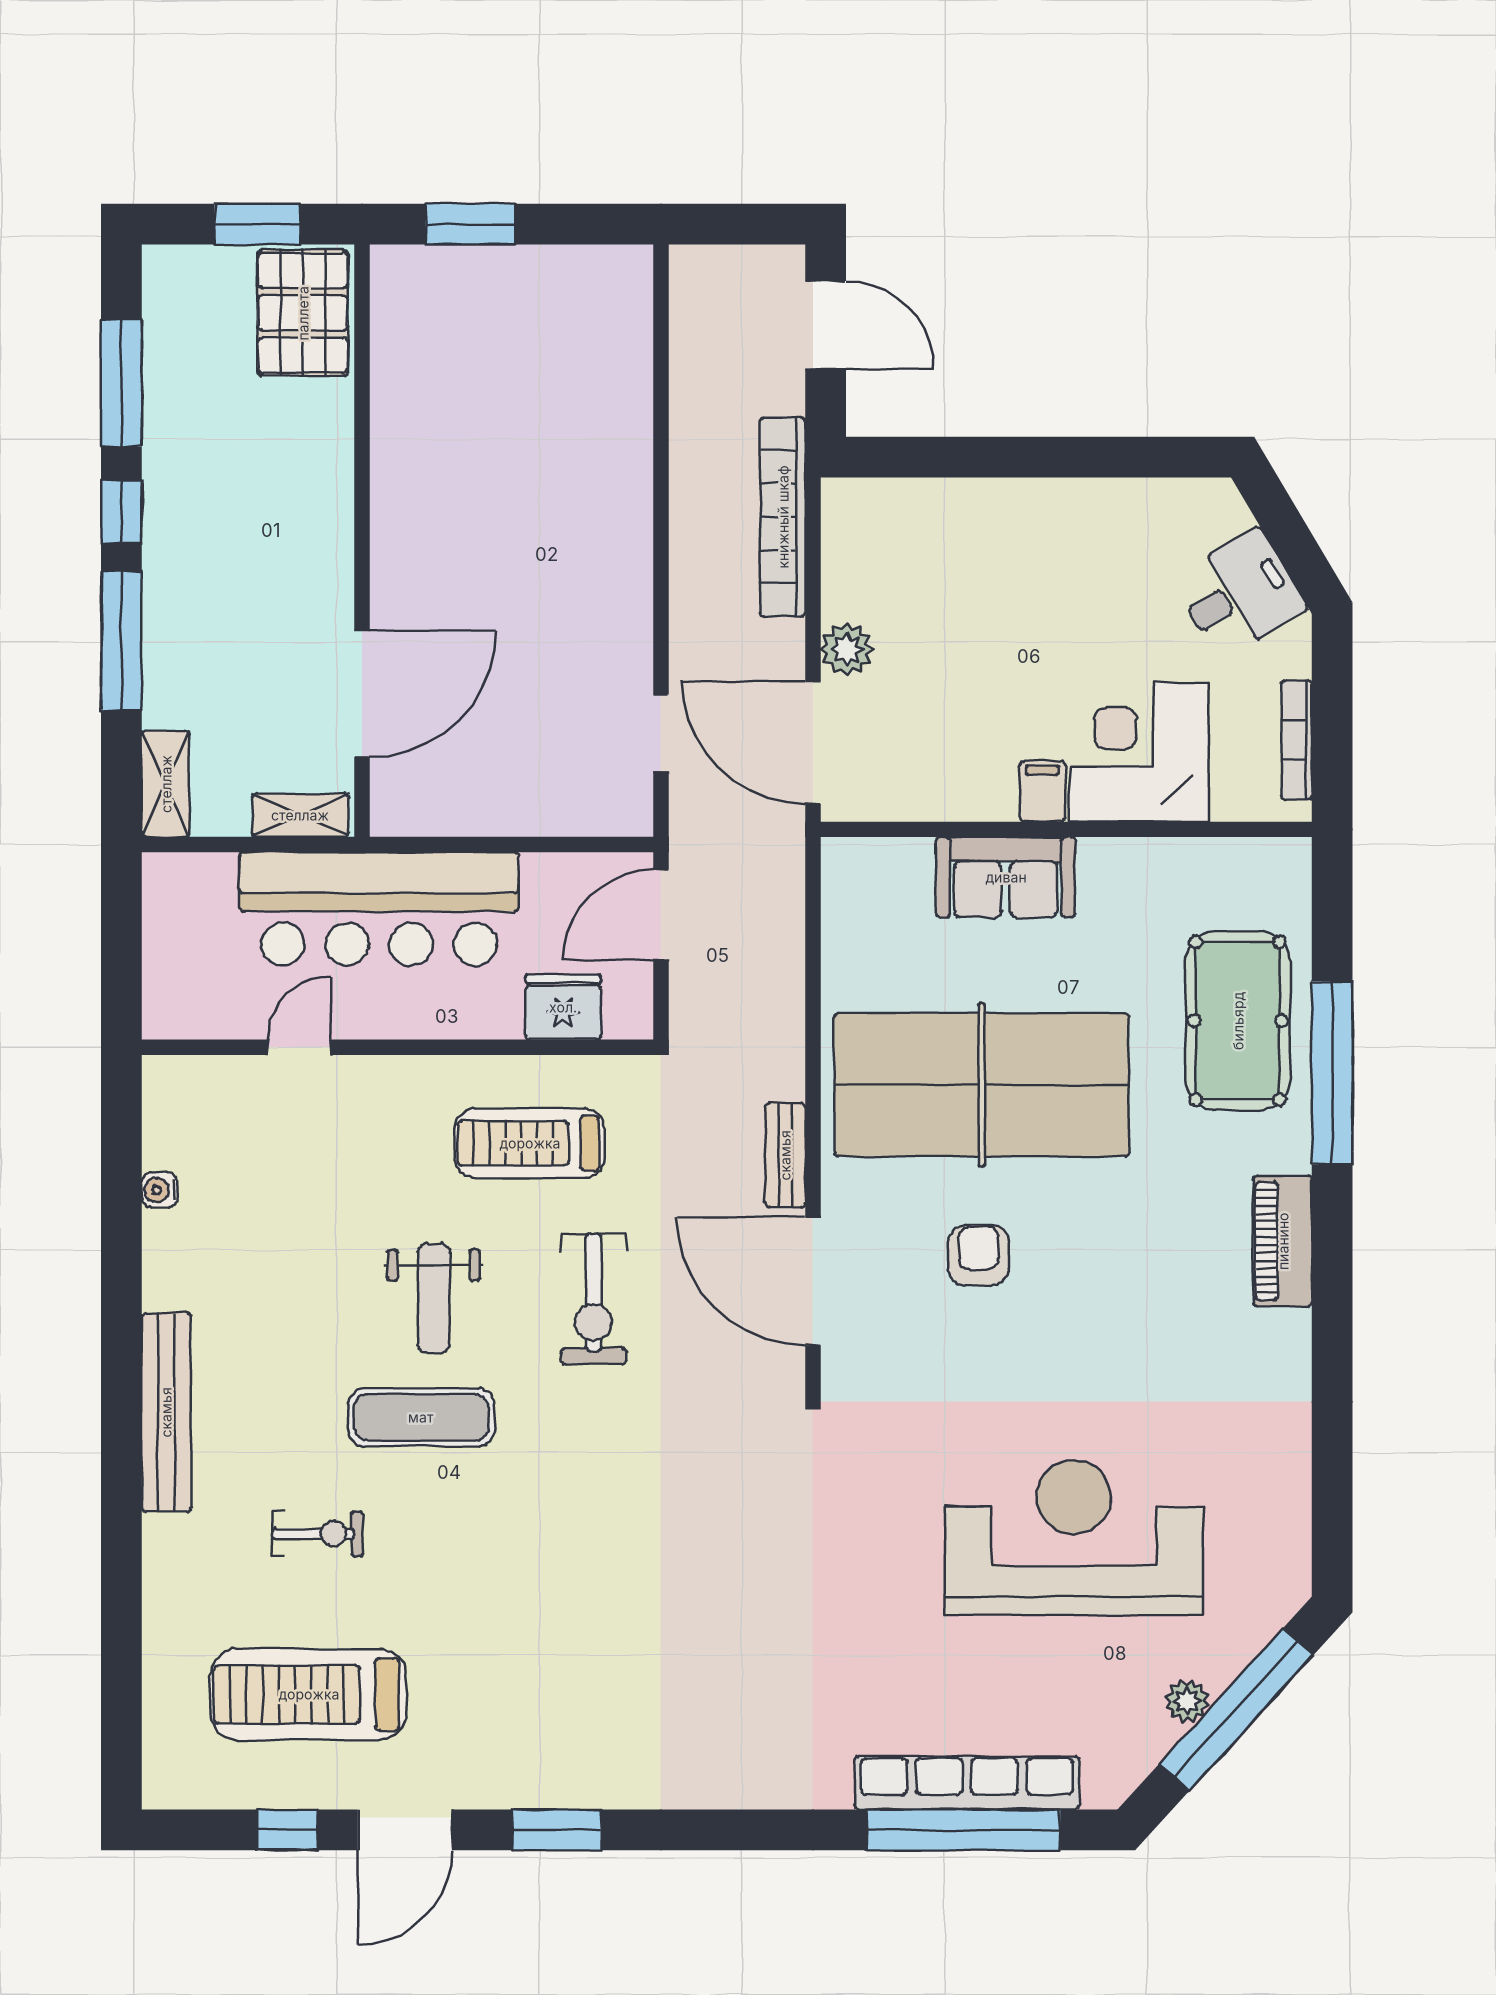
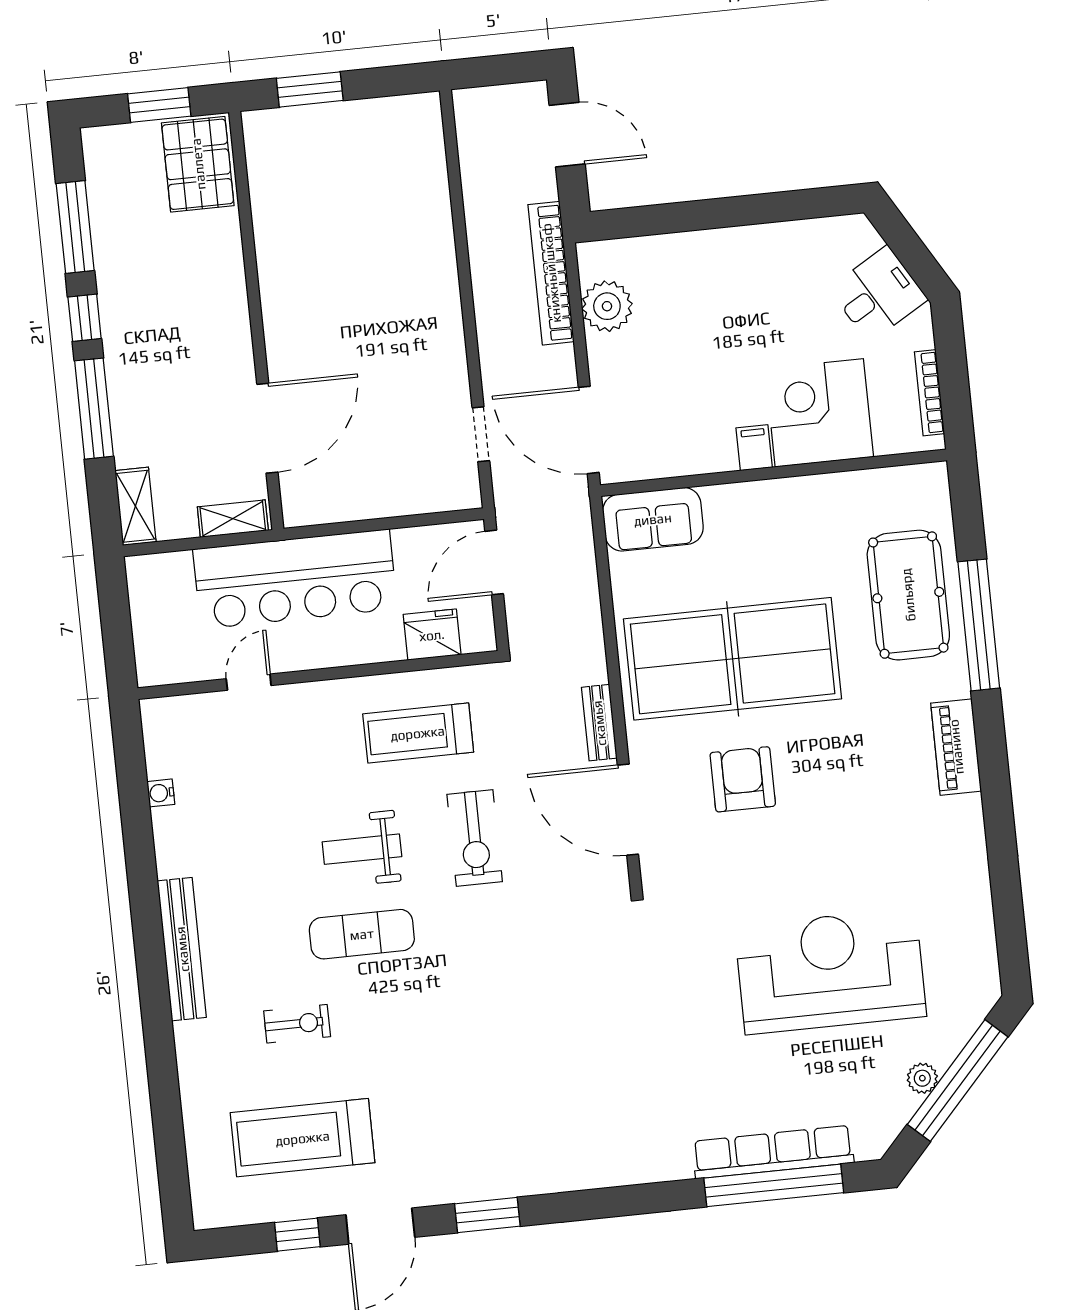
plant: (847, 649) -> (607, 306), moved, width x1.36, depth x1.36
sofa: (1006, 877) -> (653, 519), moved
armchair: (978, 1255) -> (743, 779), width x1.38, depth x1.38
weight bench: (434, 1298) -> (362, 849), turned 90

